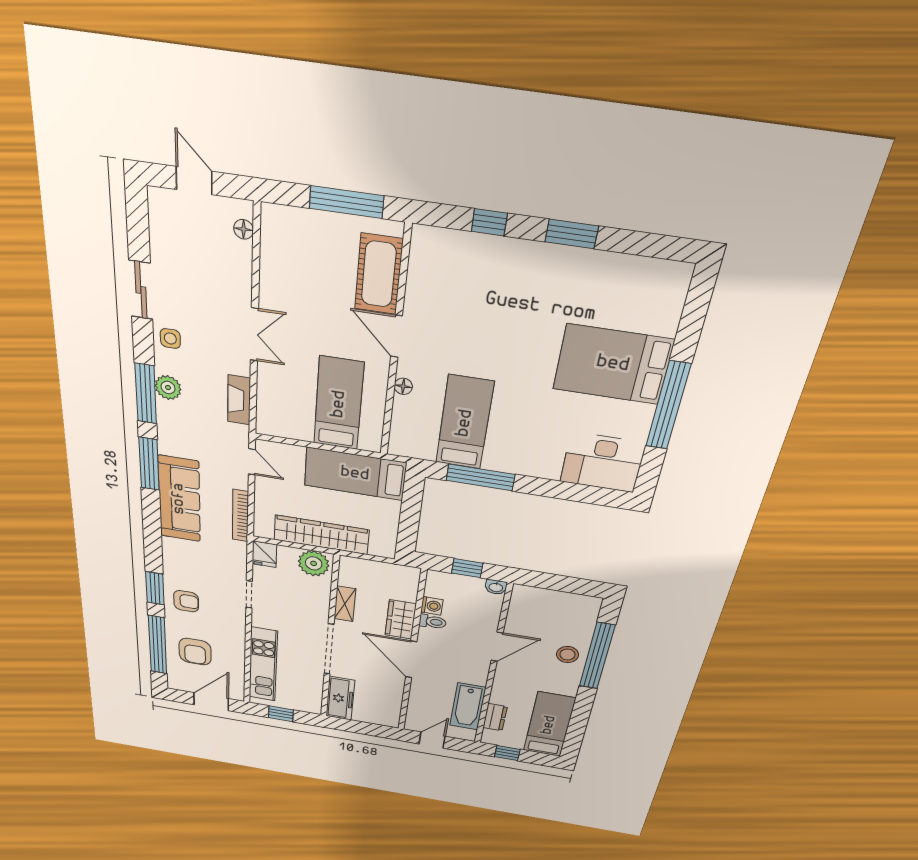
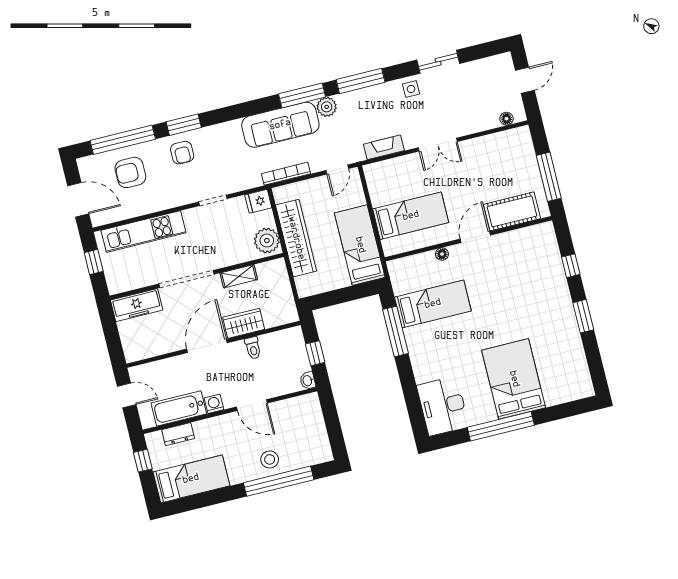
plant: (168, 388) -> (327, 107), moved
washing machine: (432, 606) -> (214, 404), moved, turned 180

